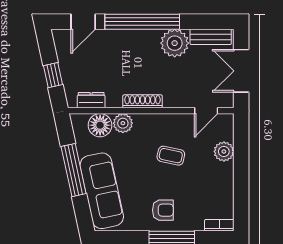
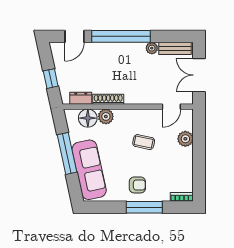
plant: (175, 43) -> (152, 48), width x0.53, depth x0.53
shoe rack: (142, 101) -> (108, 99), moved

